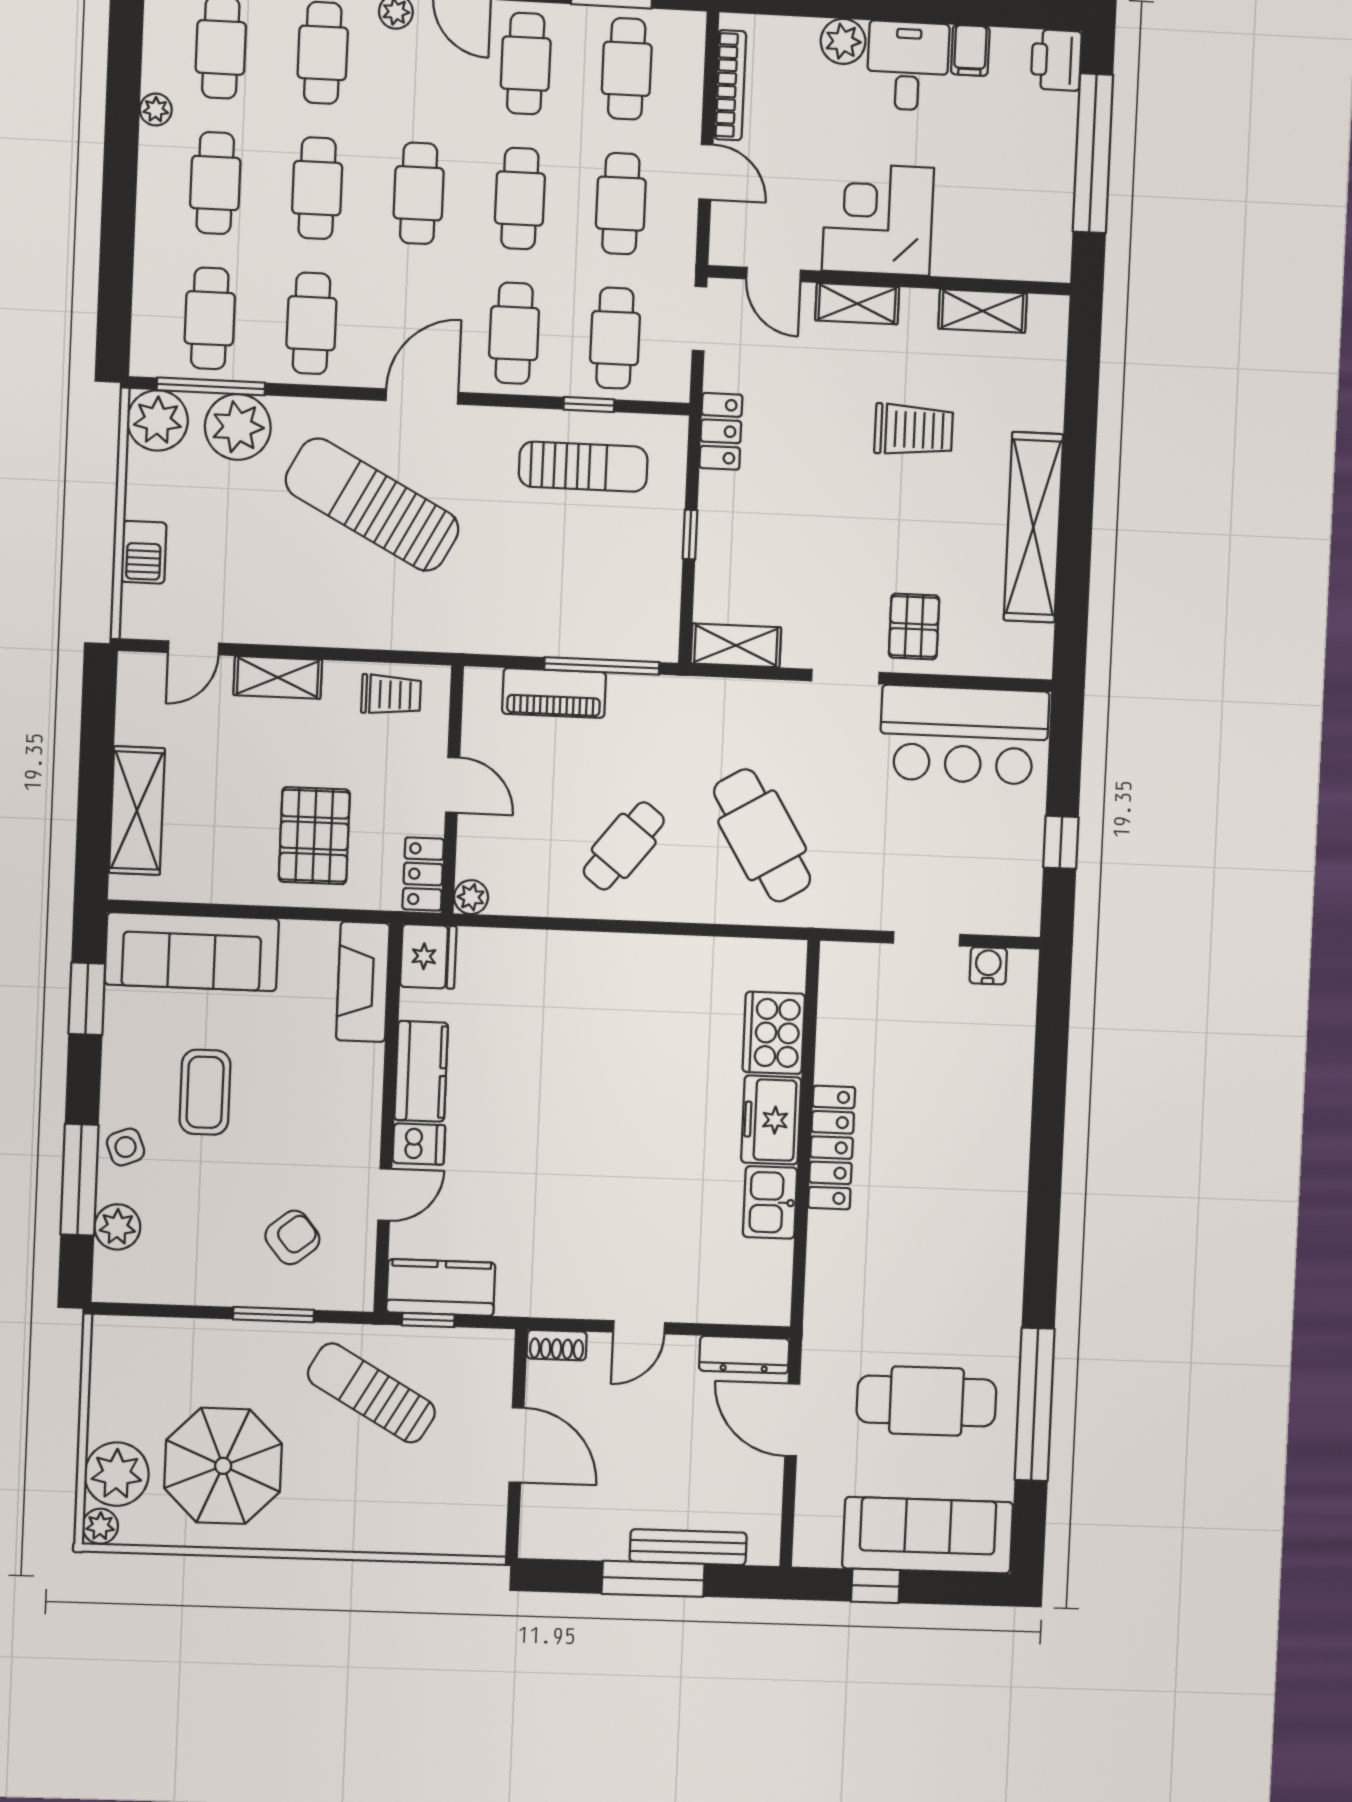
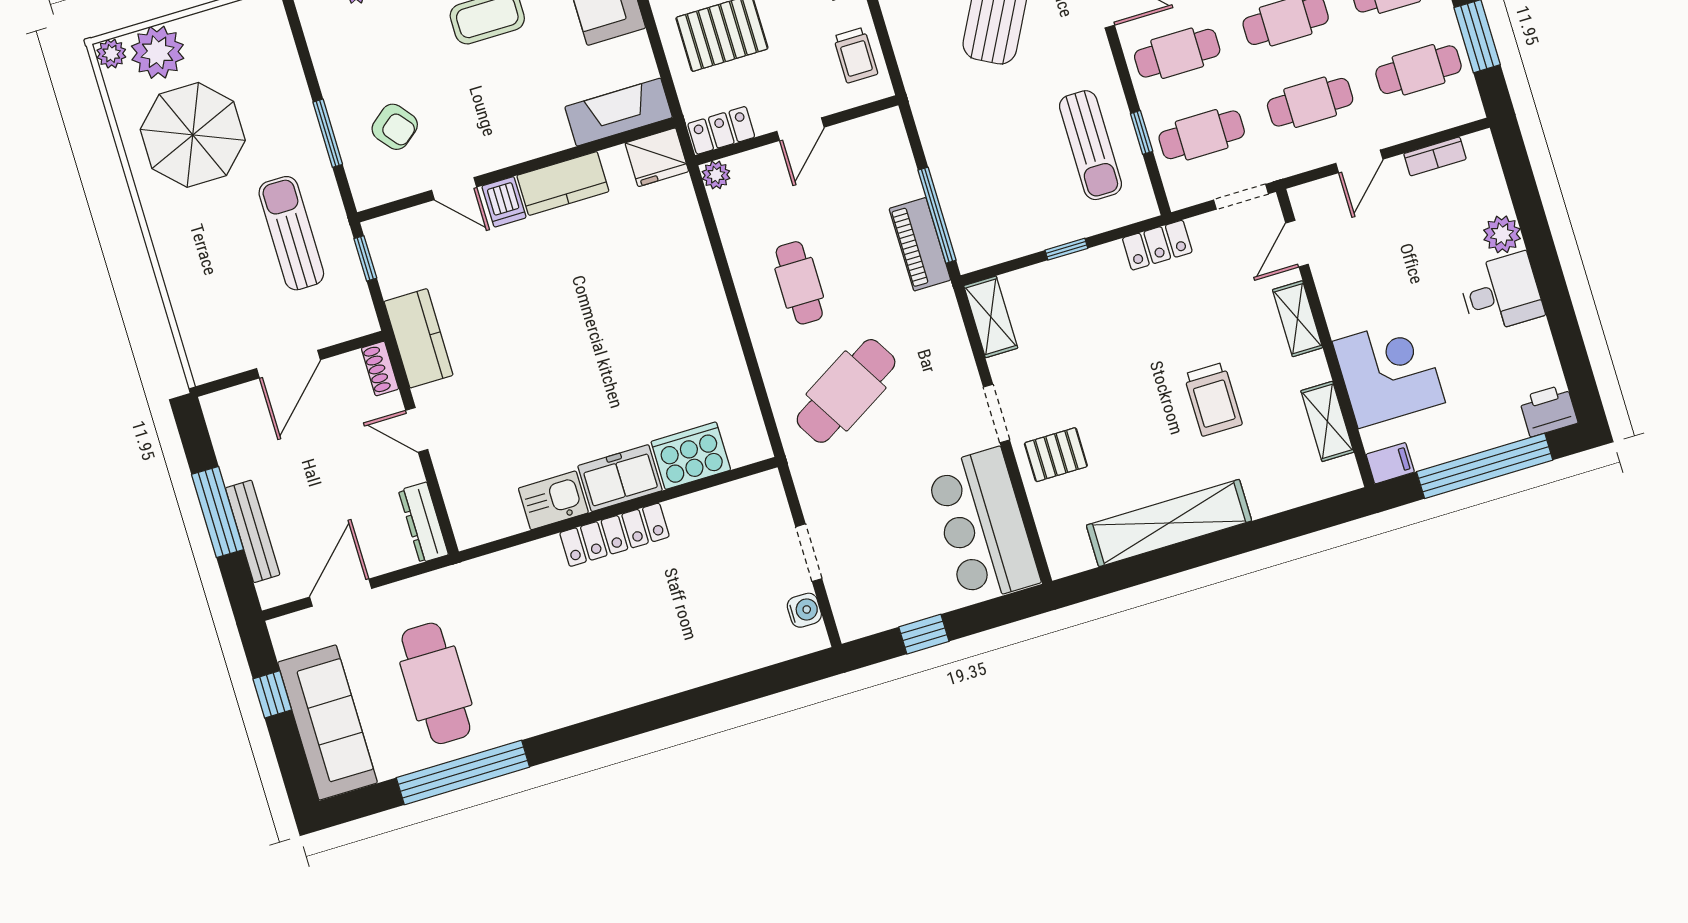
filing cabinet: (970, 50) -> (1390, 463), moved, turned 180
bookcase: (730, 85) -> (1435, 156), width x0.64
corner desk: (878, 219) -> (1389, 372), moved
piano: (554, 693) -> (920, 244), moved
cafe table: (624, 846) -> (799, 283), turned 52
kitchen counter: (441, 1287) -> (419, 338), moved
sun lounger: (371, 1393) -> (291, 233), turned -30
door: (792, 1420) -> (341, 593), moved

